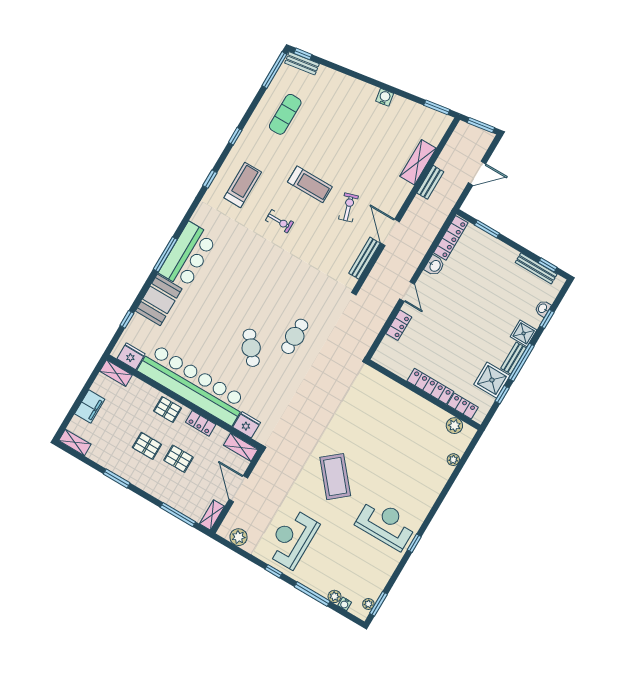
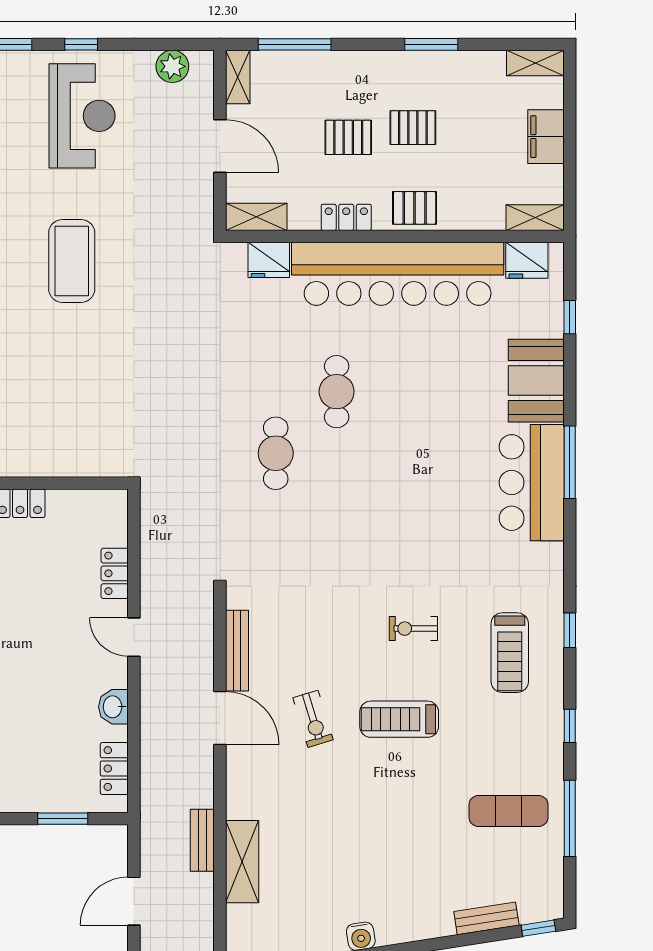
bench: (302, 63) -> (486, 918), moved
window: (274, 70) -> (570, 818), moved
exercise mat: (285, 114) -> (509, 811), turned 90
locker: (451, 238) -> (114, 769), width x0.66
cafe table: (251, 348) -> (337, 392), turned 38
coffee table: (335, 477) -> (72, 261), turned 40

